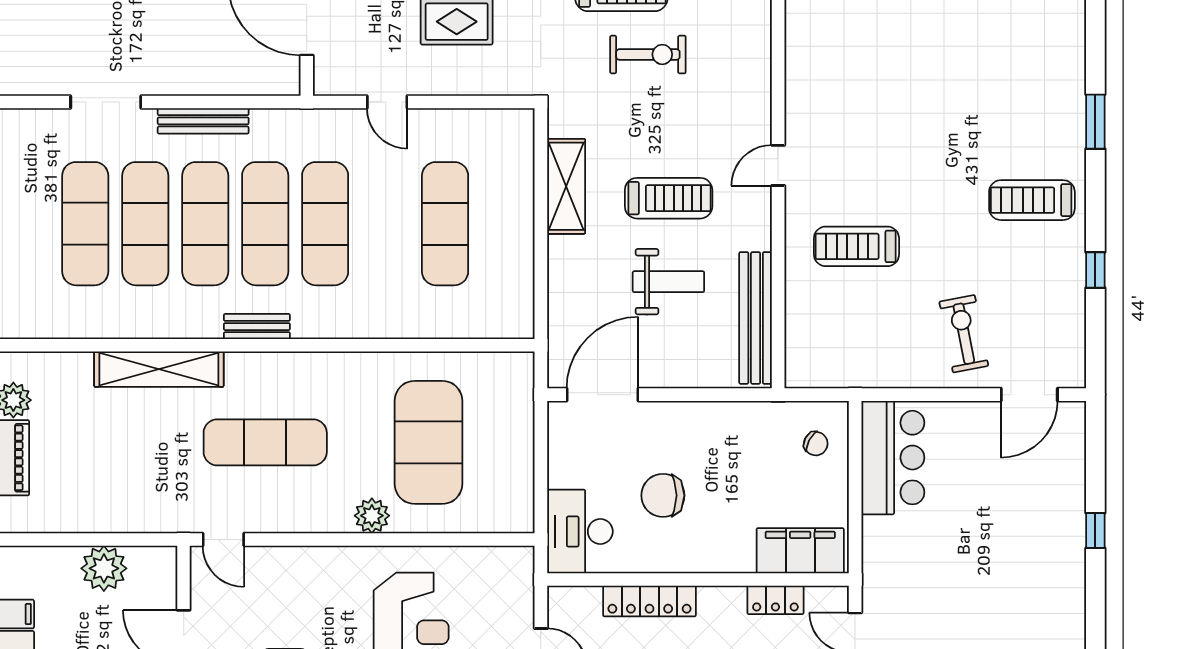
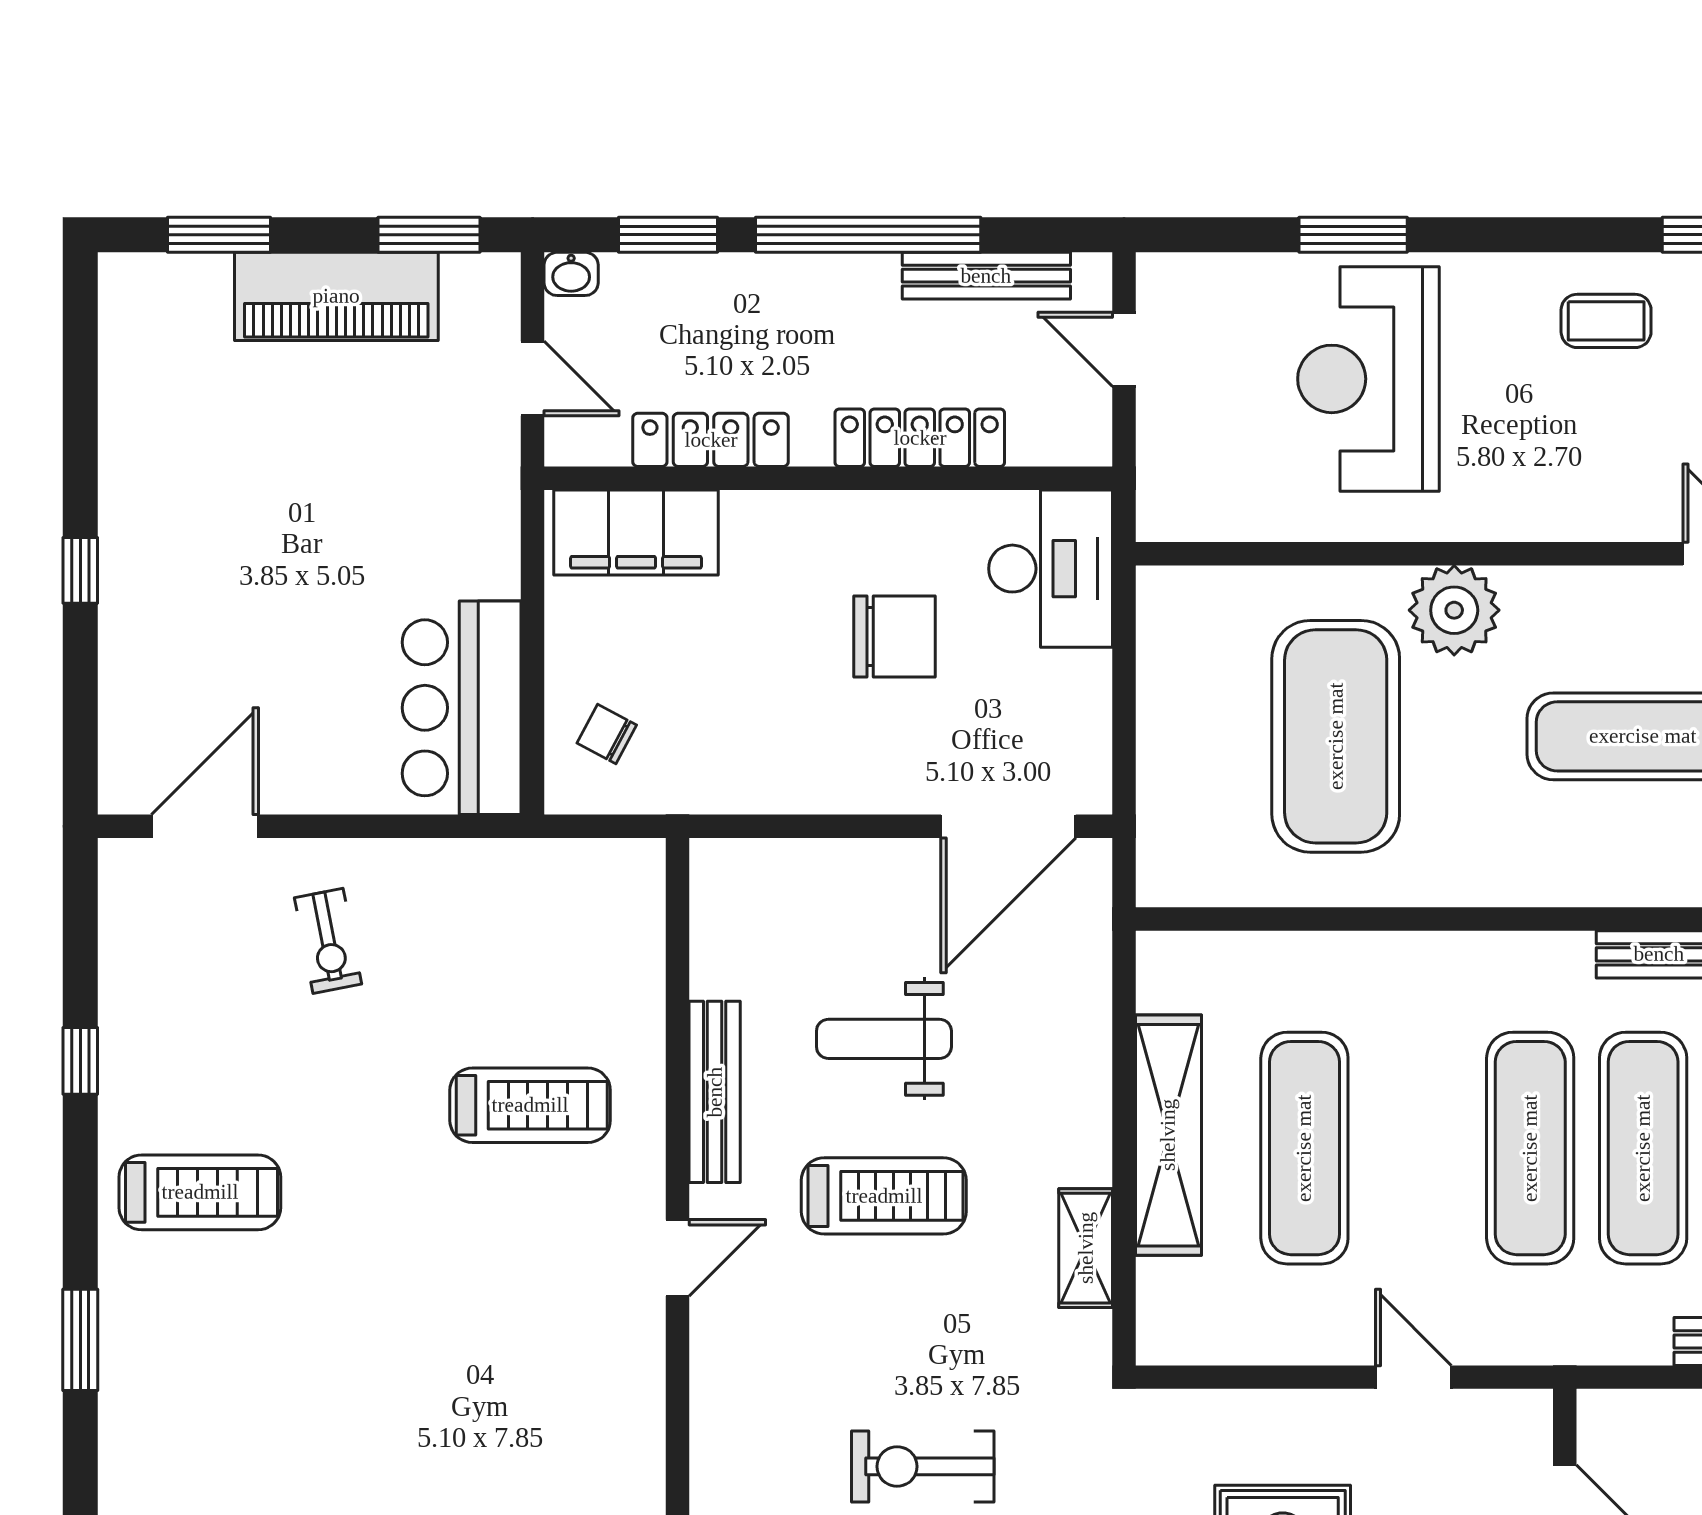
shelving: (566, 186) -> (1086, 1248), width x0.67, depth x0.75
treadmill: (669, 198) -> (884, 1196), turned 180
shelving: (517, 230) -> (1168, 1135), added
bench: (756, 318) -> (715, 1092), moved, width x0.73, depth x0.82
exercise bike: (964, 334) -> (328, 941), width x0.73, depth x0.72
plant: (372, 516) -> (1454, 610), width x1.36, depth x1.36
locker: (775, 600) -> (711, 440), width x1.53

